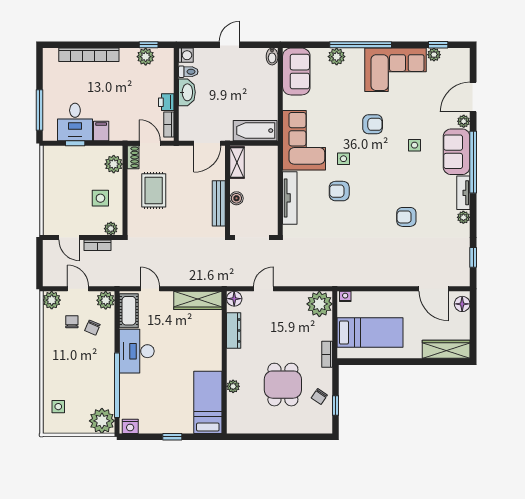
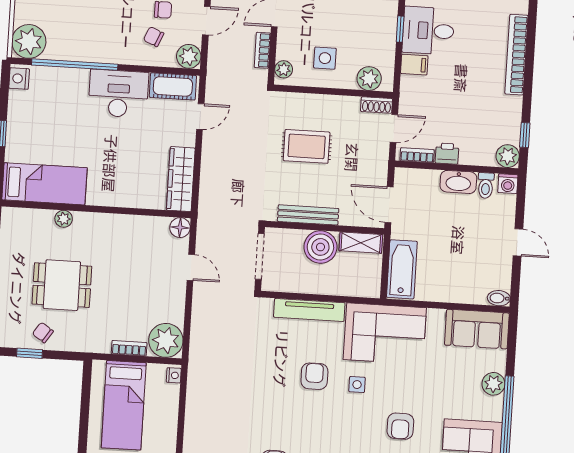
plant: (146, 57) -> (508, 156), moved
rug: (154, 190) -> (307, 146), moved
boiler: (236, 198) -> (320, 247), width x1.86, depth x1.86
dresser: (234, 330) -> (138, 224), removed
bookcase: (327, 354) -> (129, 348), moved

